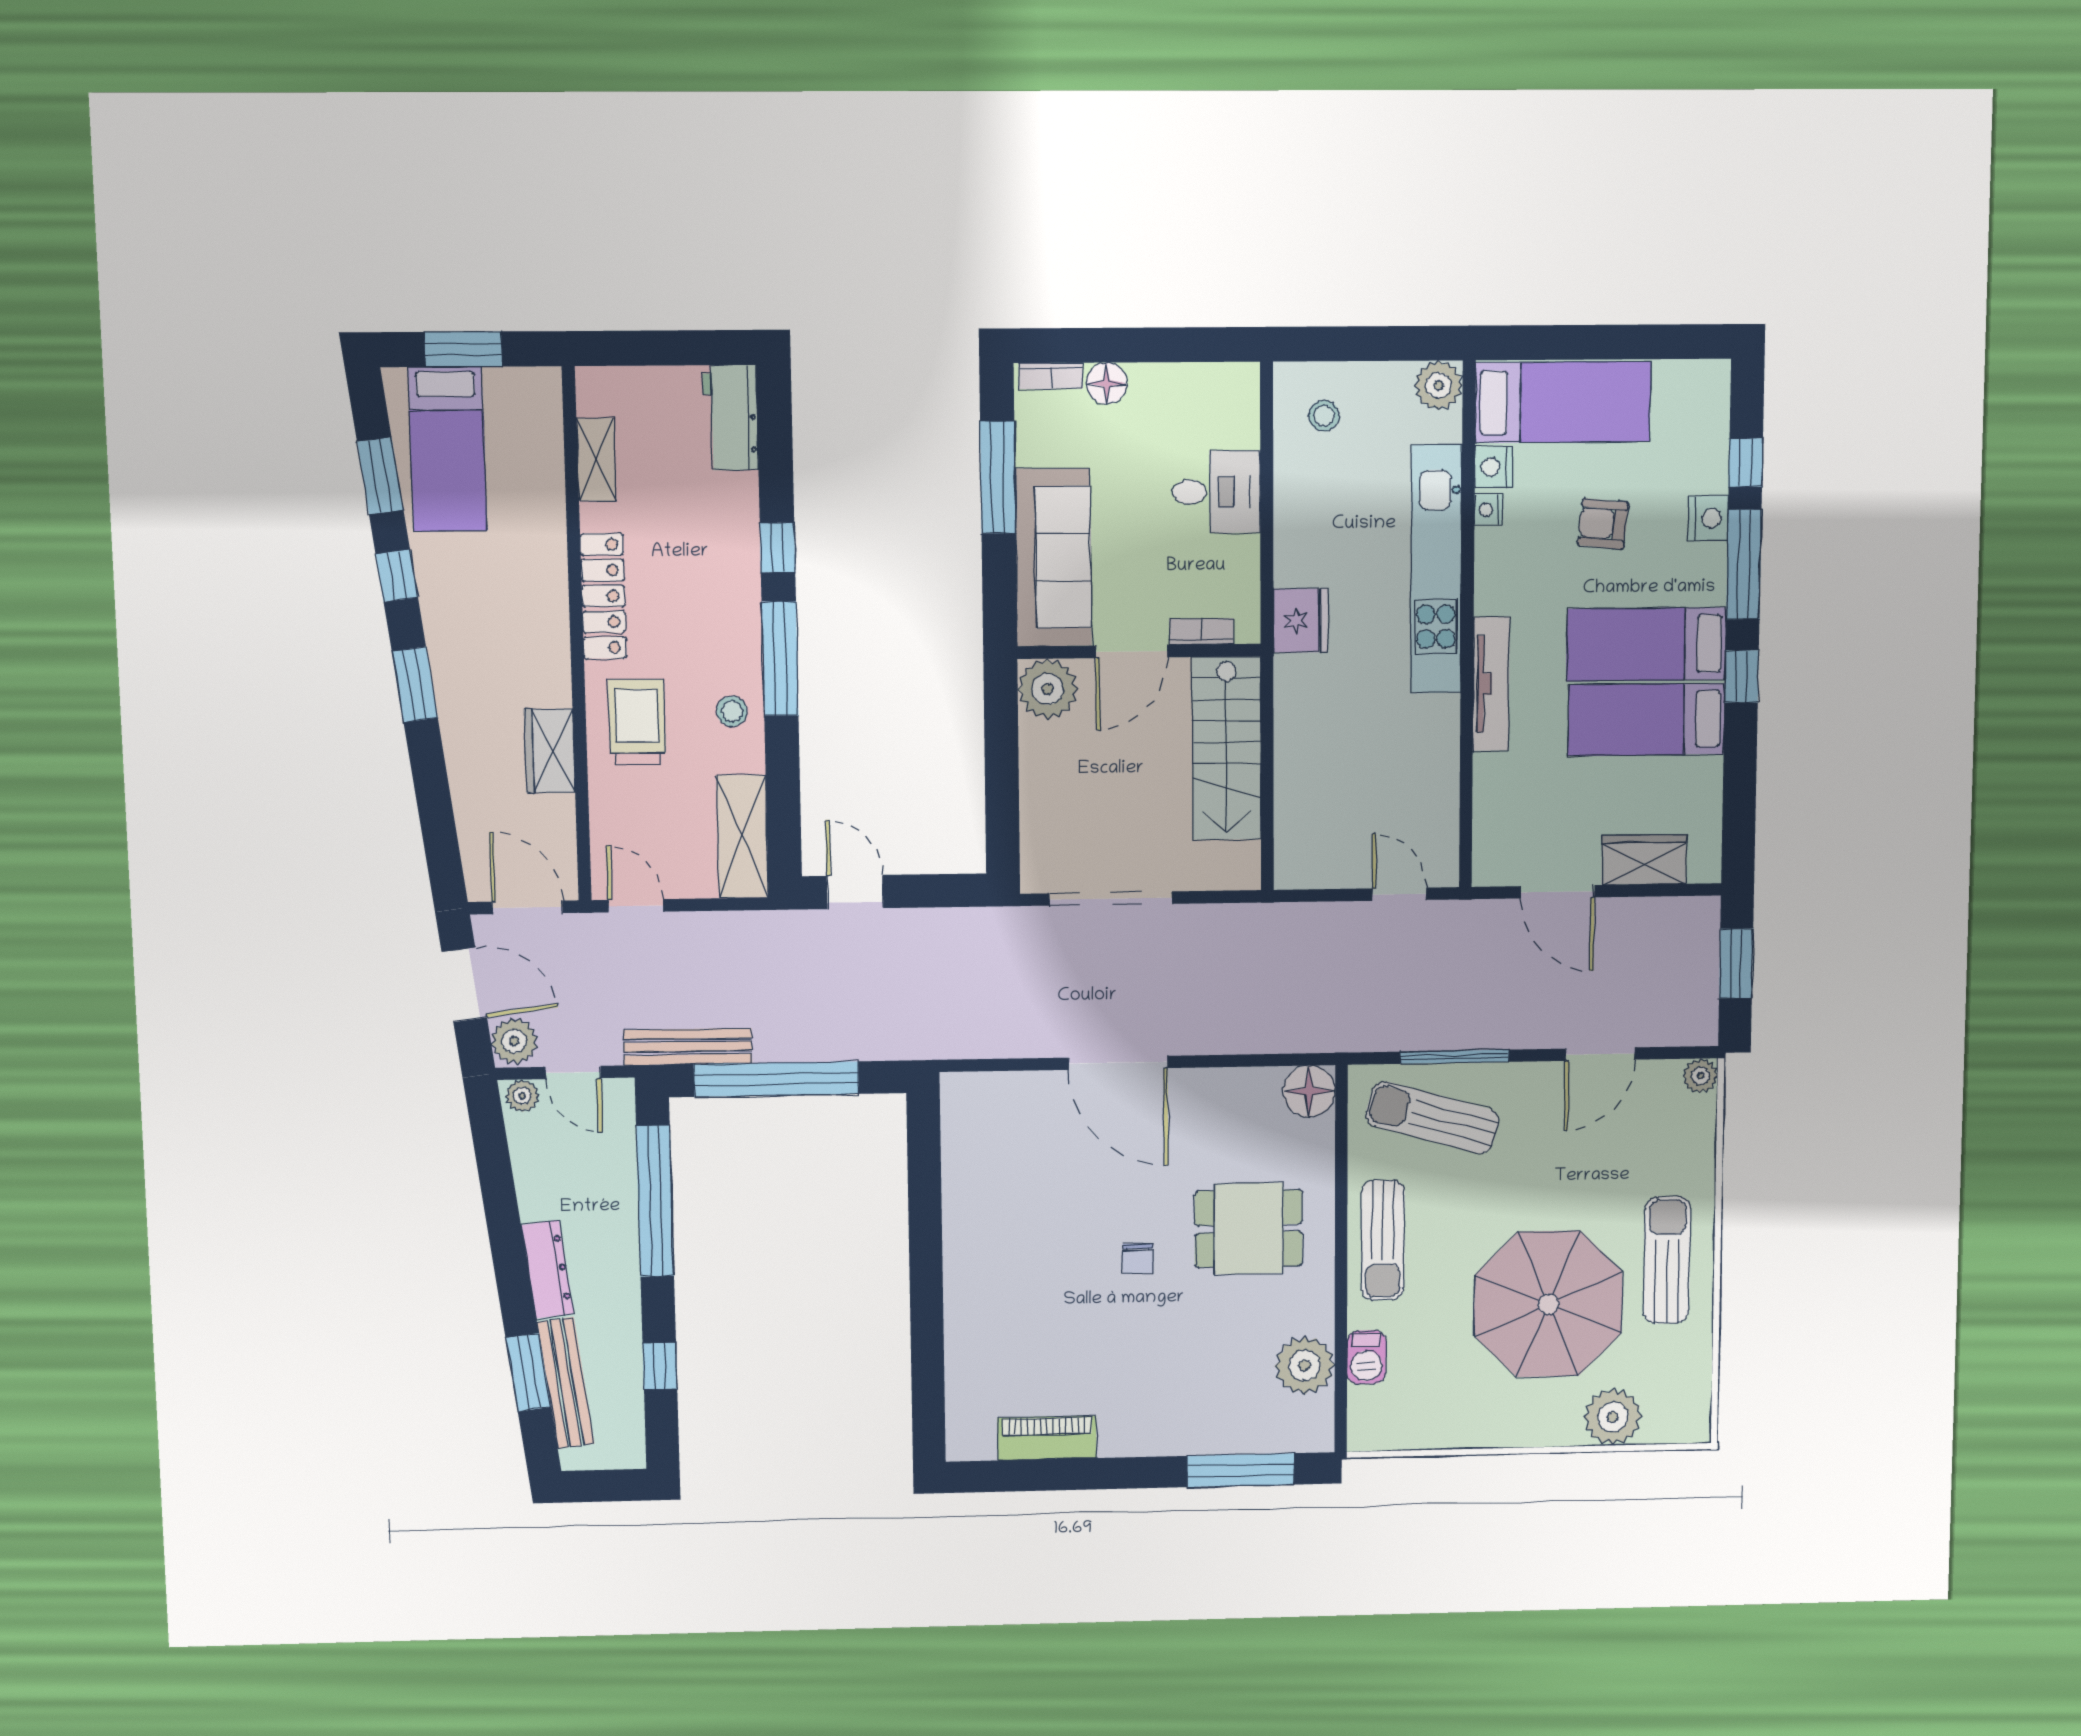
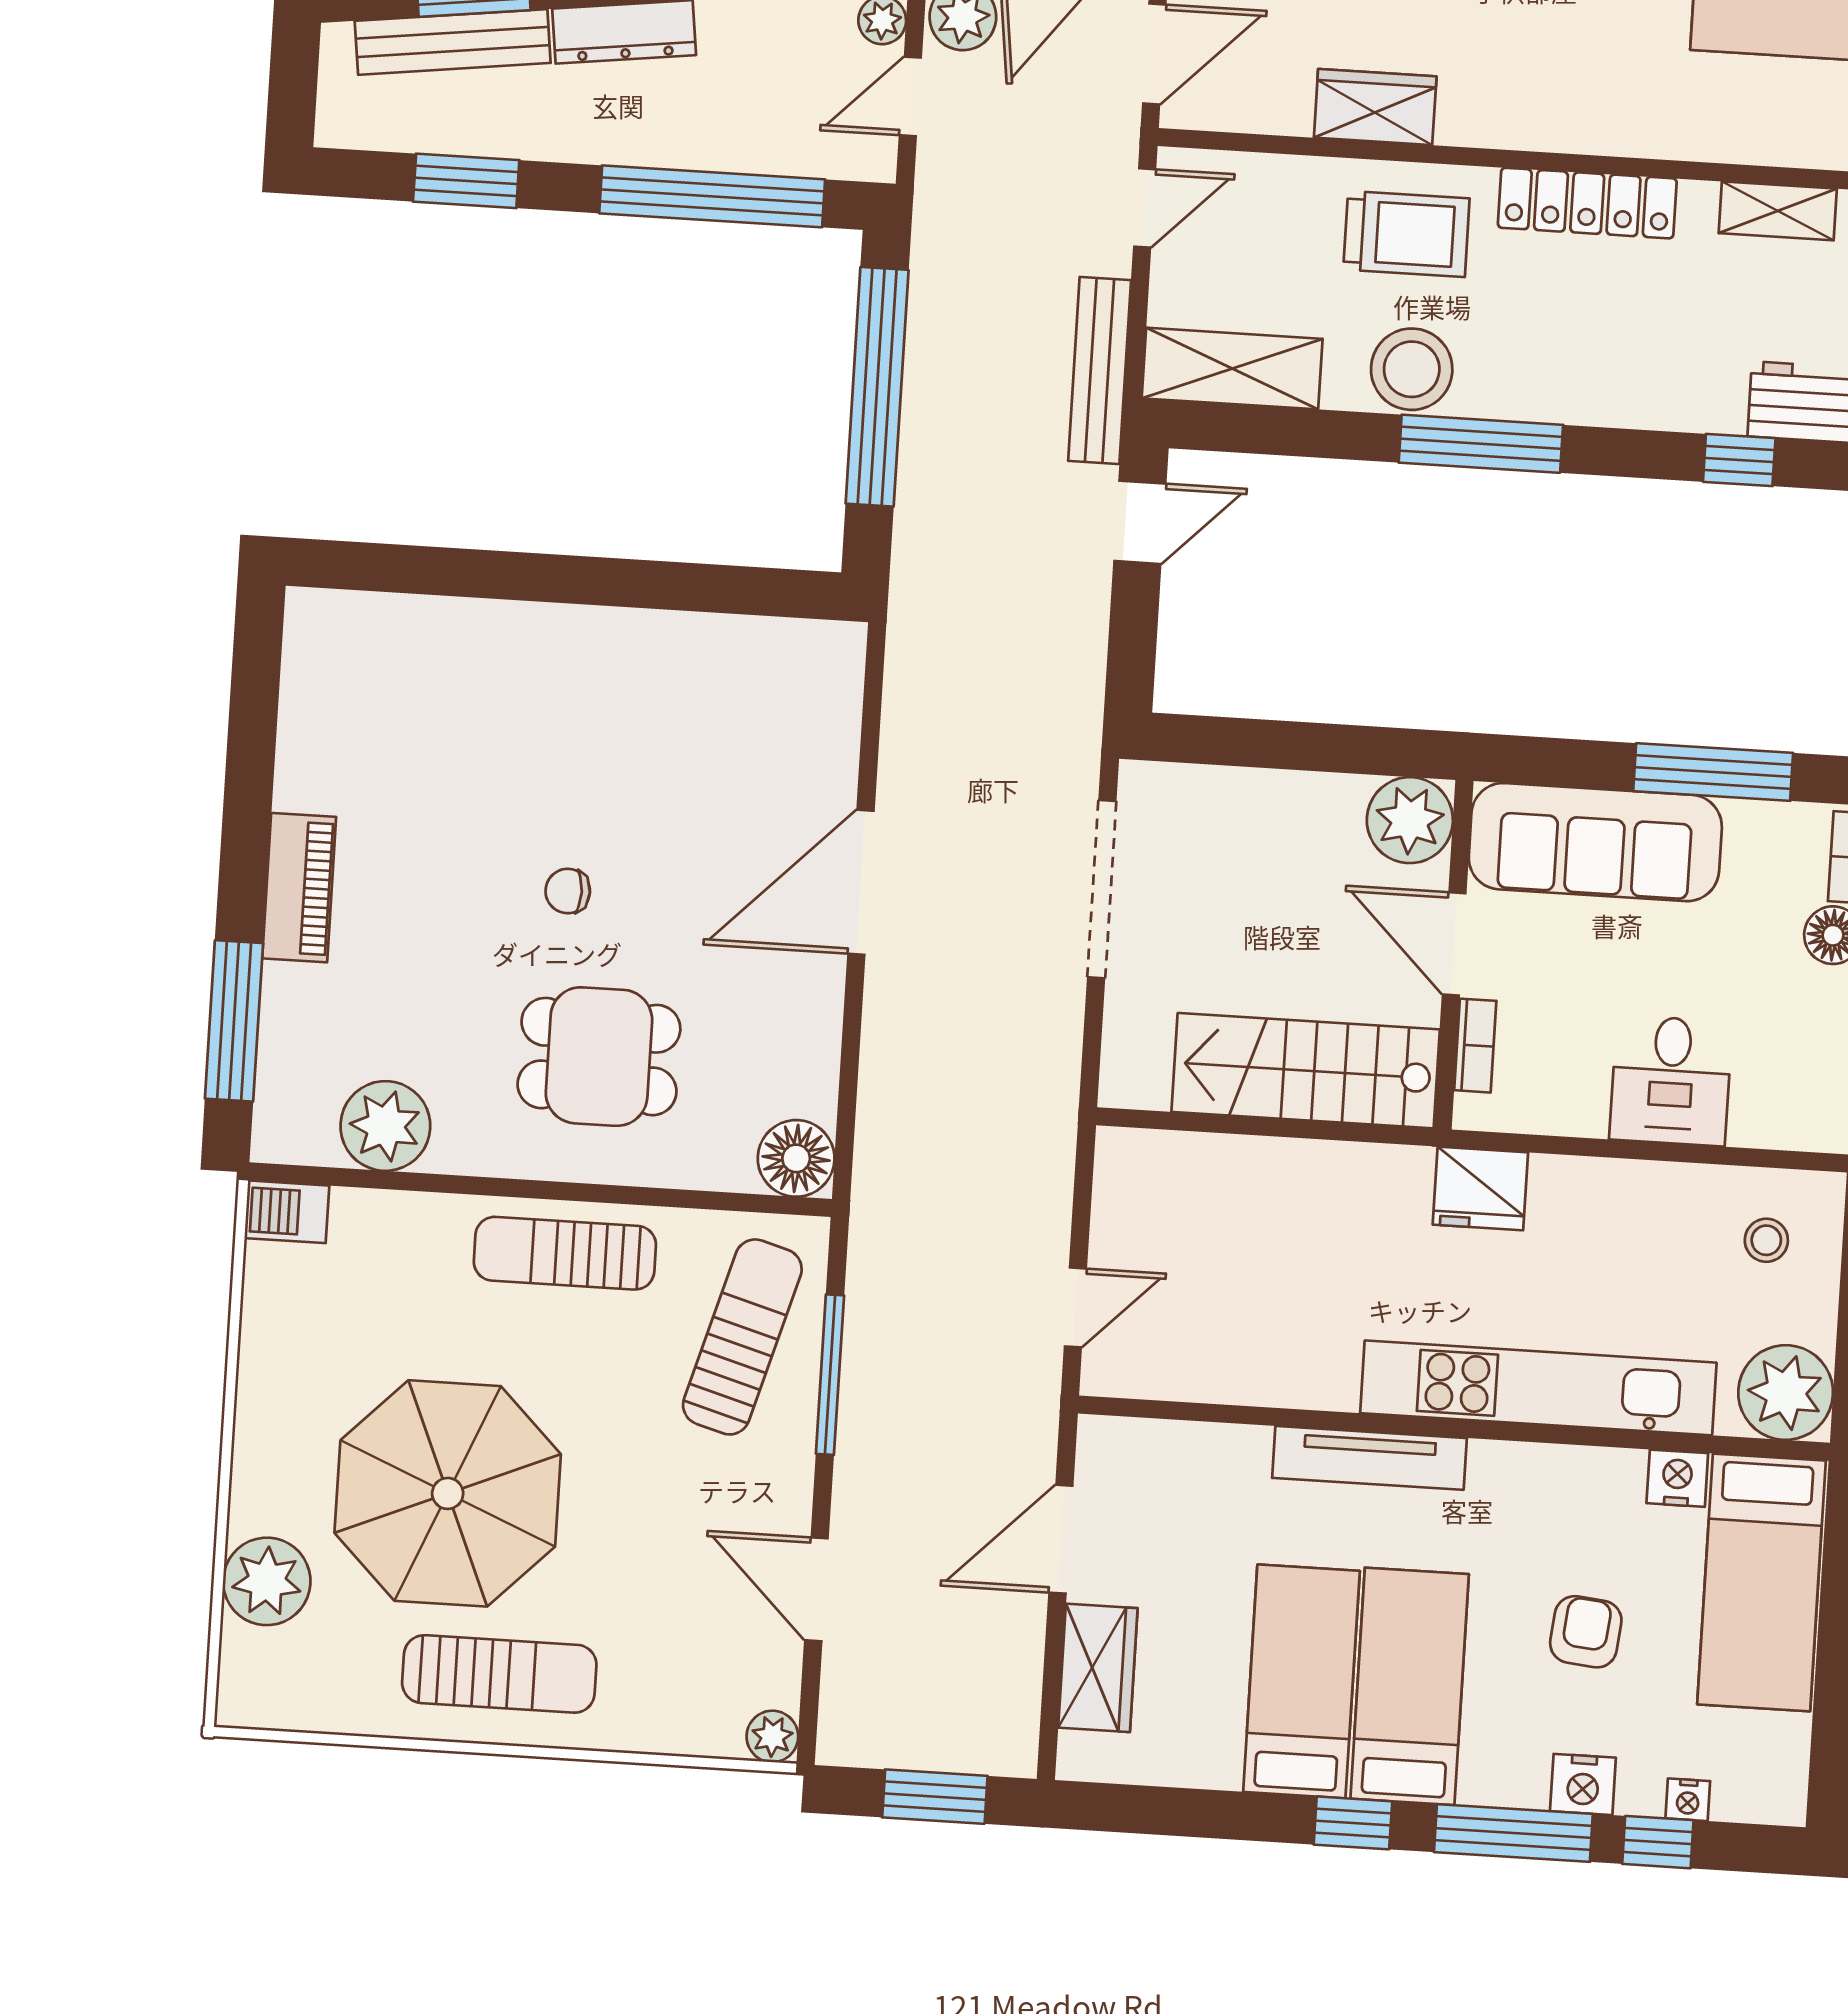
plant: (1438, 385) -> (1786, 1393), width x1.36, depth x1.36
nightstand: (1488, 510) -> (1688, 1800), moved, turned 180
window: (777, 548) -> (1739, 460), moved
stool: (732, 711) -> (1412, 369), width x1.89, depth x1.89
bench: (688, 1047) -> (1100, 371), moved
dining table: (1249, 1229) -> (599, 1057), turned 90
barbecue: (1366, 1357) -> (287, 1212), moved
window: (660, 1366) -> (466, 181), width x1.50
piano: (1047, 1438) -> (299, 888), moved

